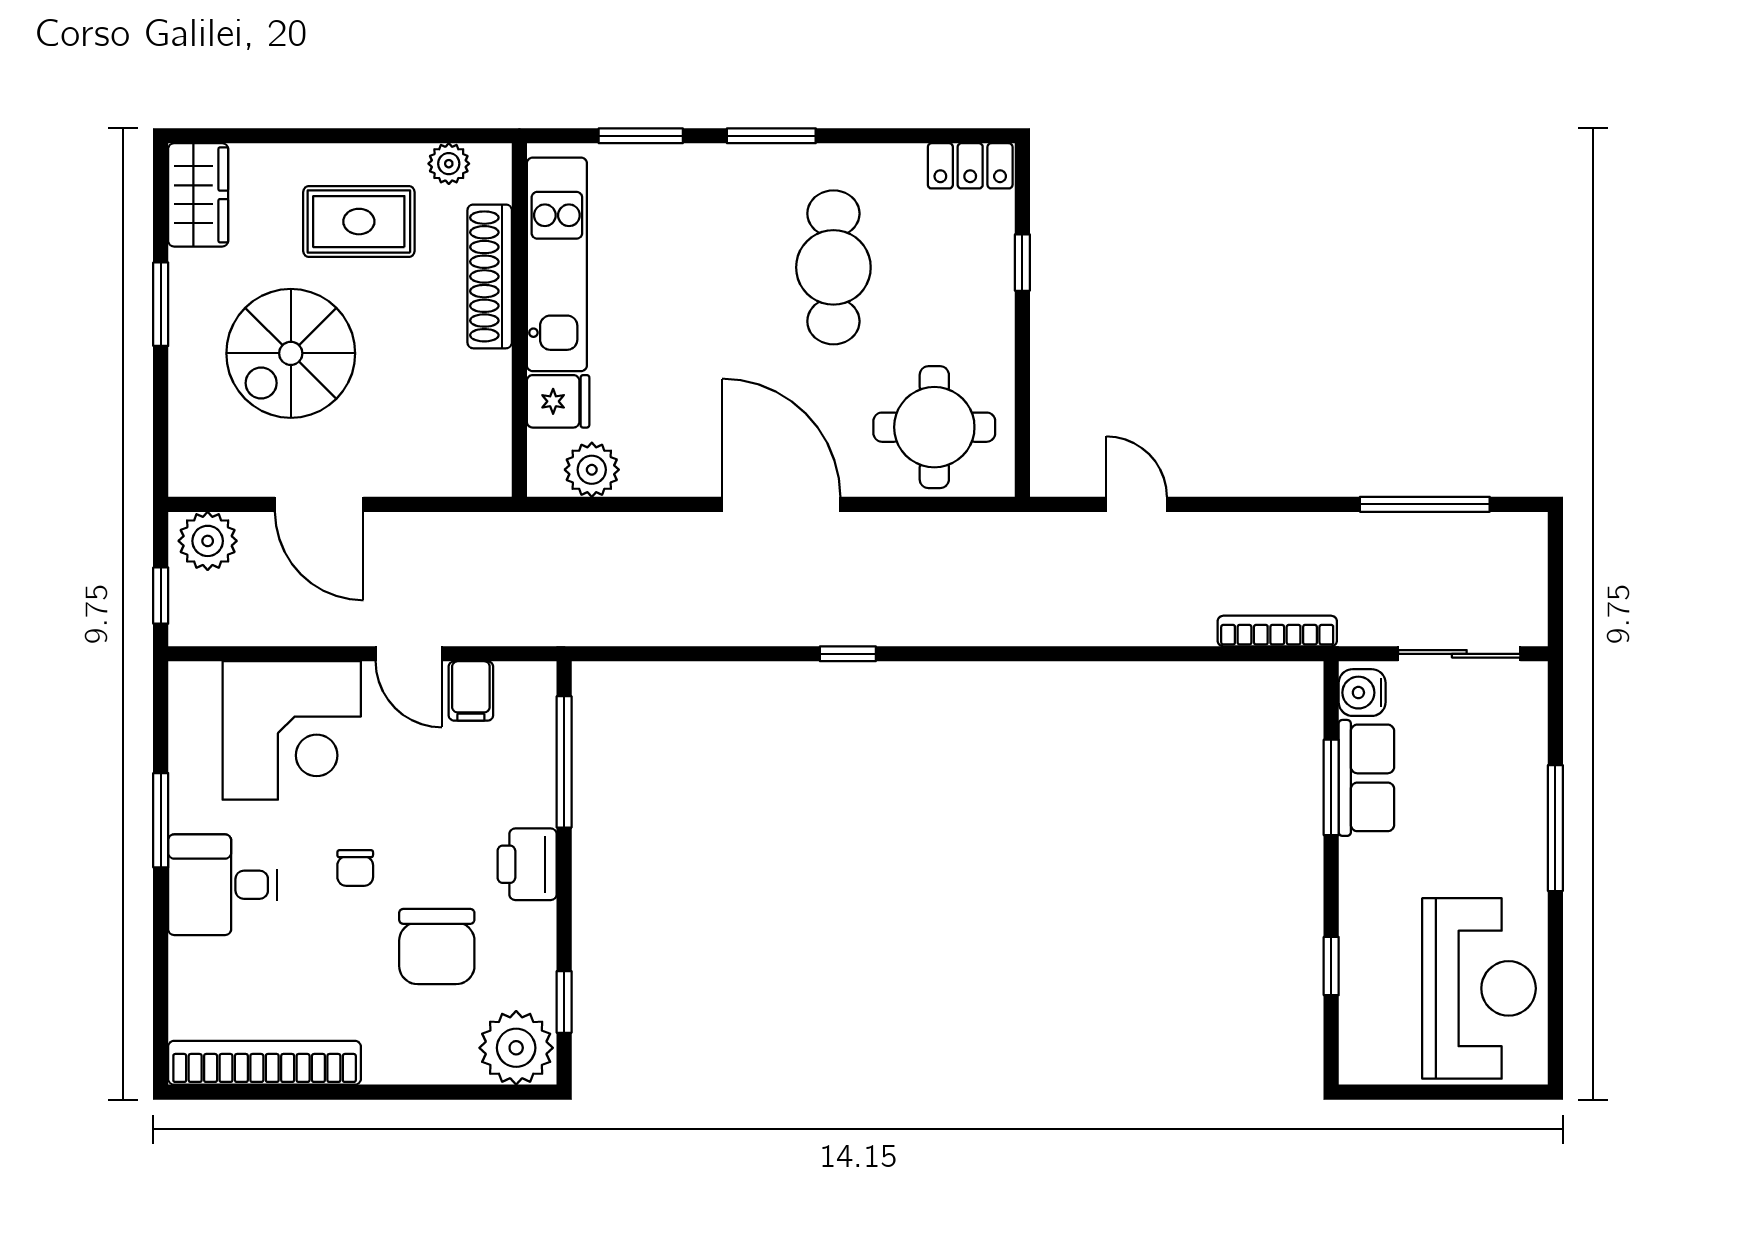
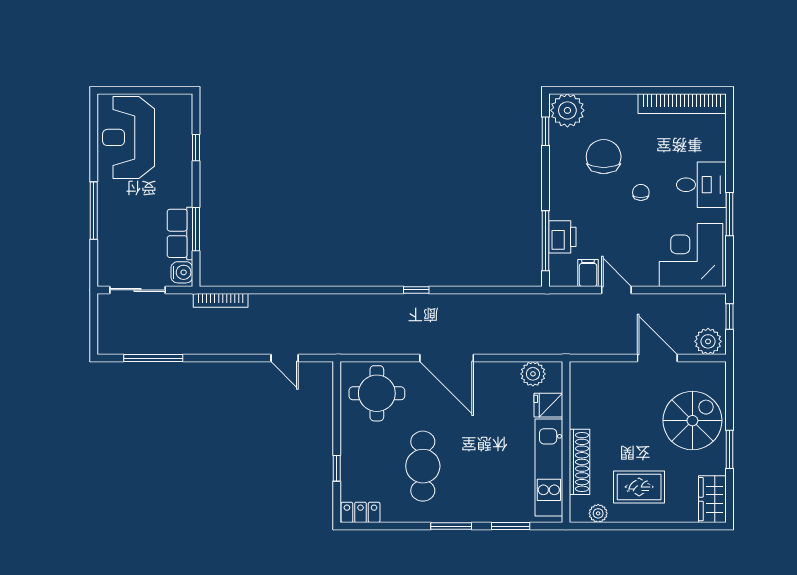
spiral stairs: (291, 353) -> (692, 421), moved
corner desk: (292, 730) -> (691, 255), moved
printer: (527, 864) -> (562, 237), moved

